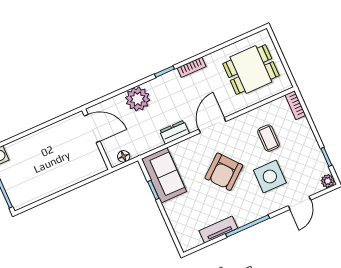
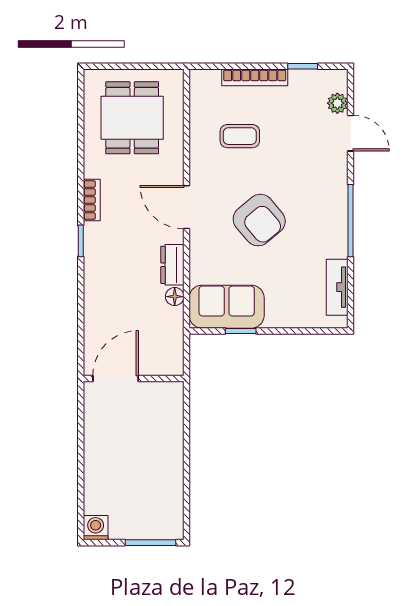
plant: (138, 99) -> (102, 296), removed
bookcase: (295, 105) -> (255, 77), moved, width x1.56
floor lamp: (124, 156) -> (175, 297), moved
side table: (270, 176) -> (295, 158), removed
plant: (328, 181) -> (337, 103), moved
tv unit: (218, 230) -> (337, 287), moved

